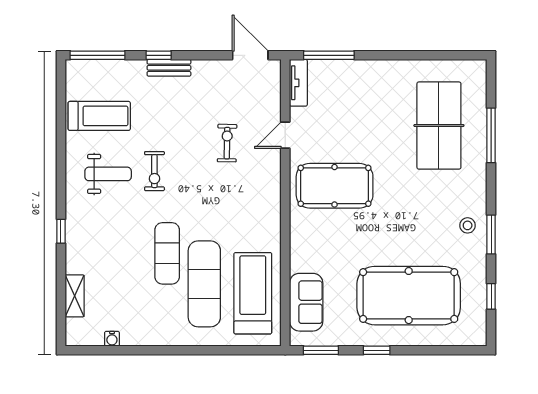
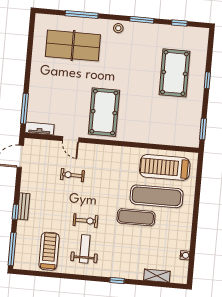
stool: (468, 225) -> (118, 28), moved
pool table: (409, 296) -> (174, 73), width x0.73, depth x0.76
sofa: (306, 302) -> (173, 135), removed
window: (377, 350) -> (207, 80), moved

